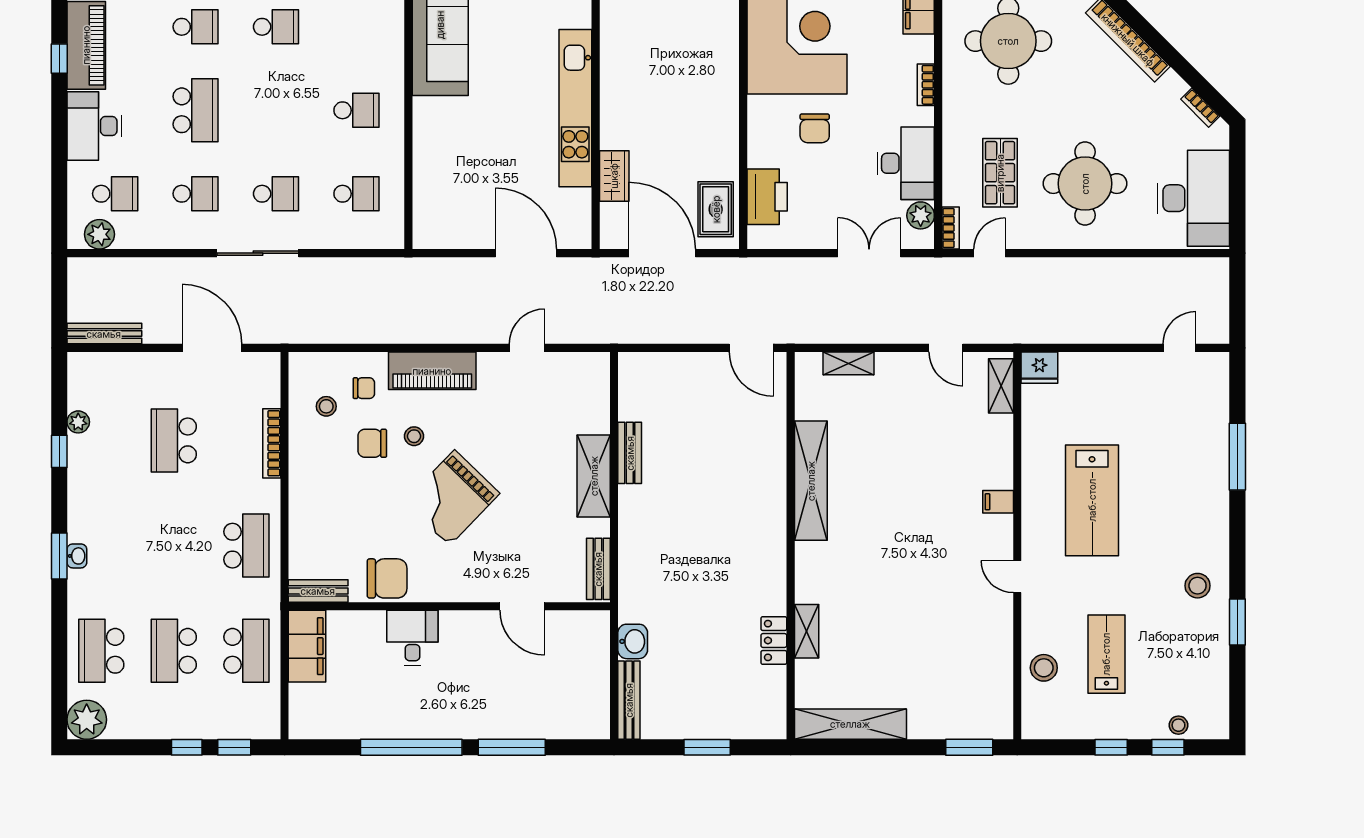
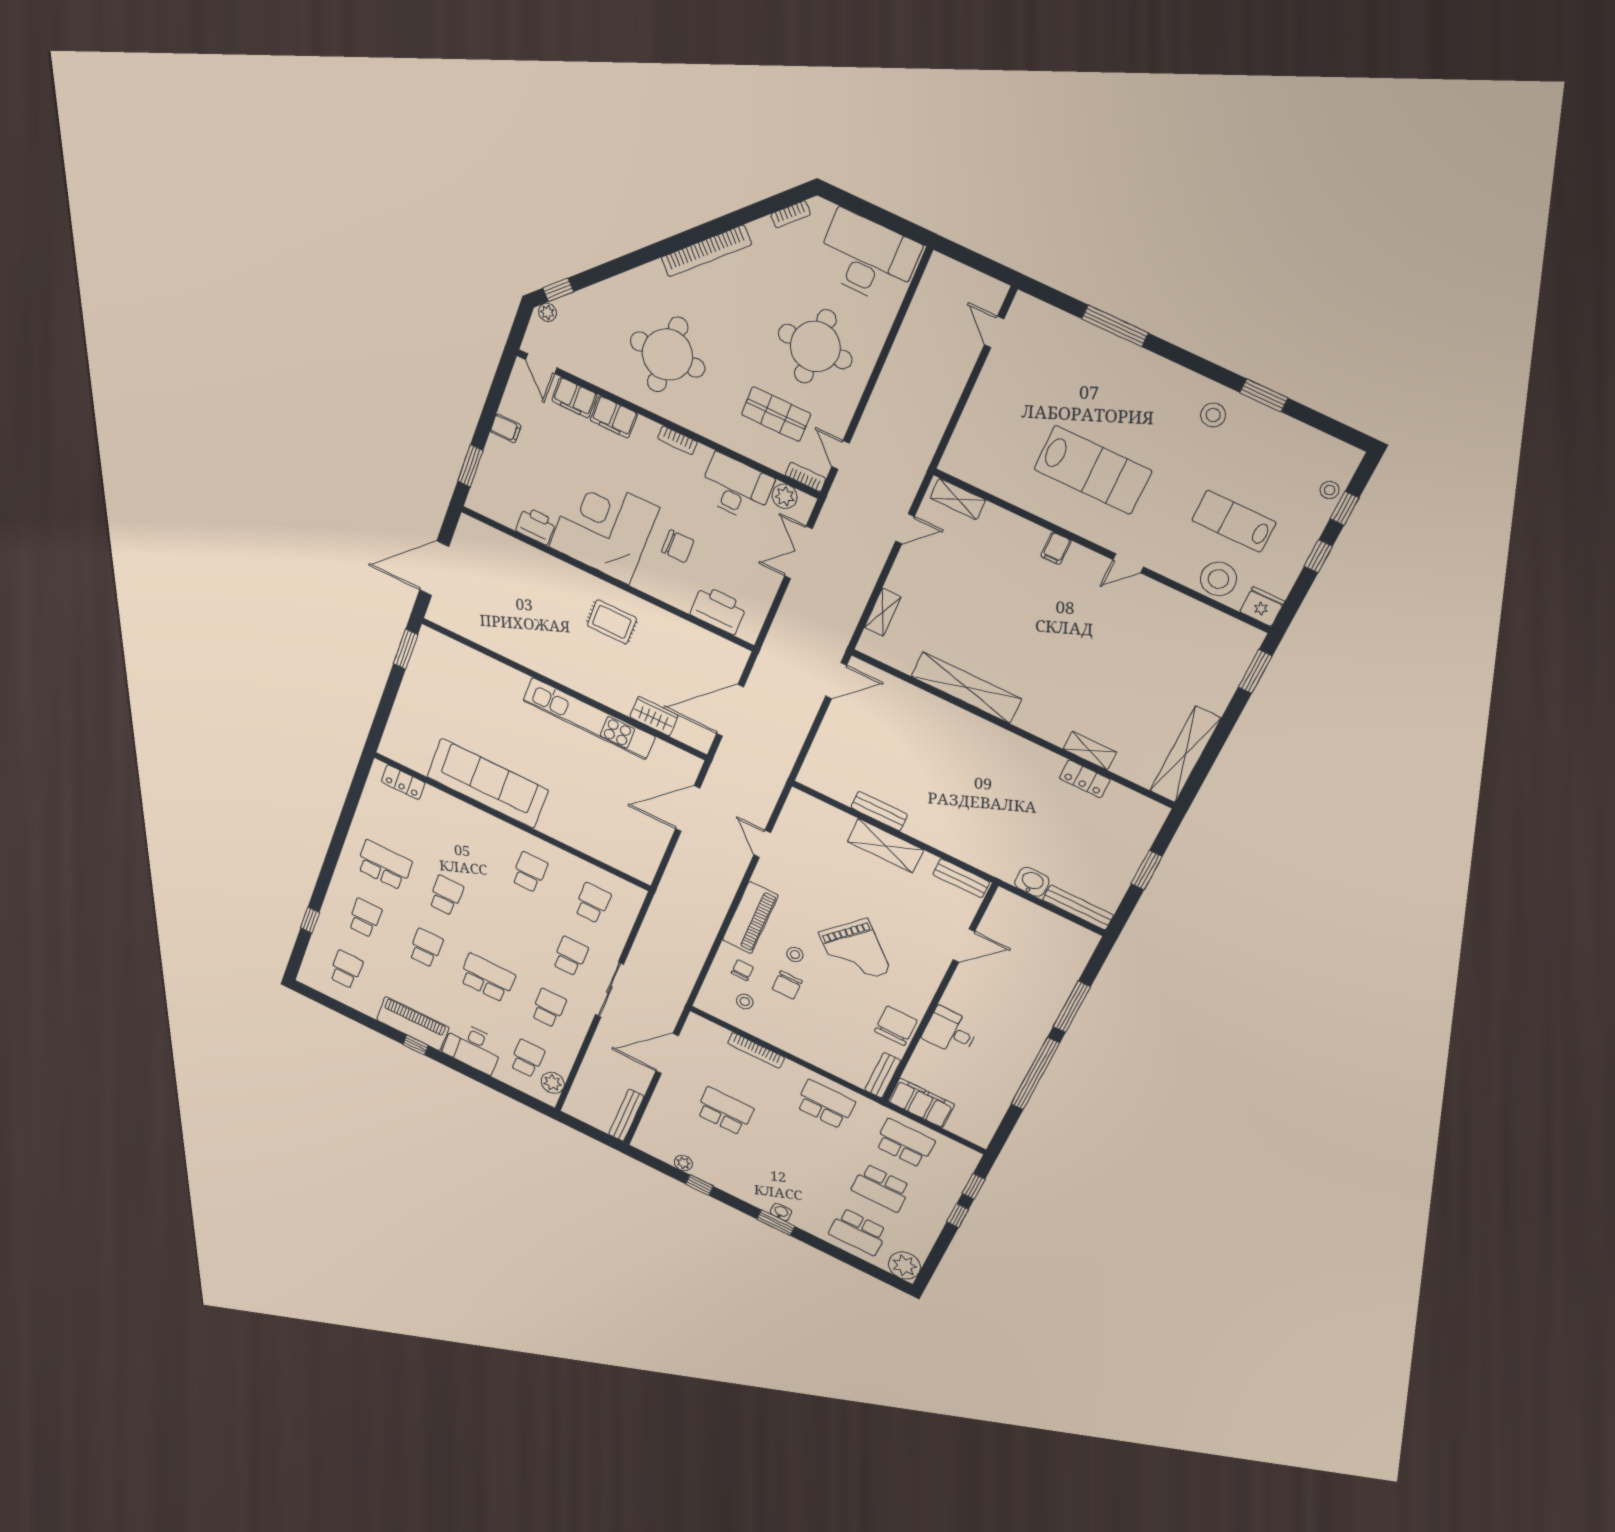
rug: (716, 209) -> (612, 622), moved
fridge: (1039, 368) -> (1262, 606), moved, turned -90
school desk: (174, 440) -> (725, 1111), turned 180
stool: (1044, 668) -> (1218, 579), width x1.38, depth x1.38

